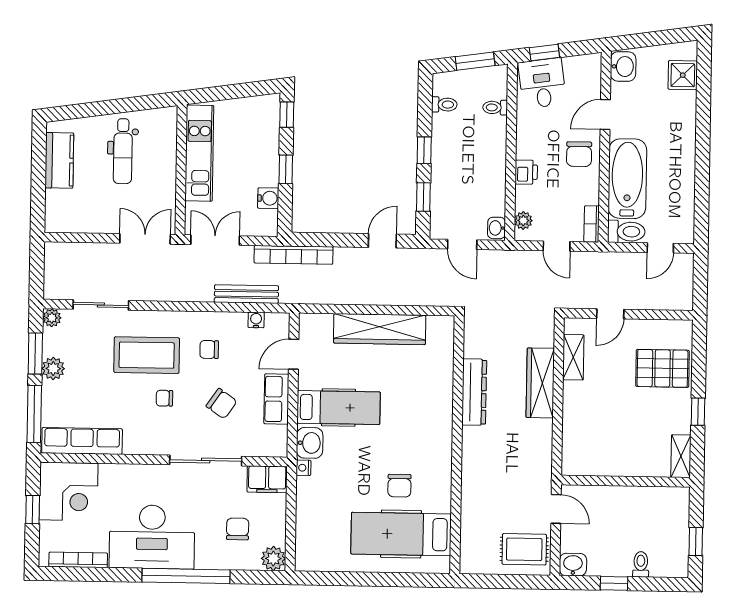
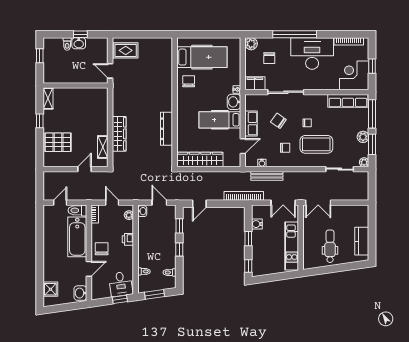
dresser: (474, 392) -> (167, 129), moved
wall: (457, 445) -> (175, 102), moved
hospital bed: (401, 534) -> (202, 57), moved
washbasin: (573, 565) -> (79, 43), moved

